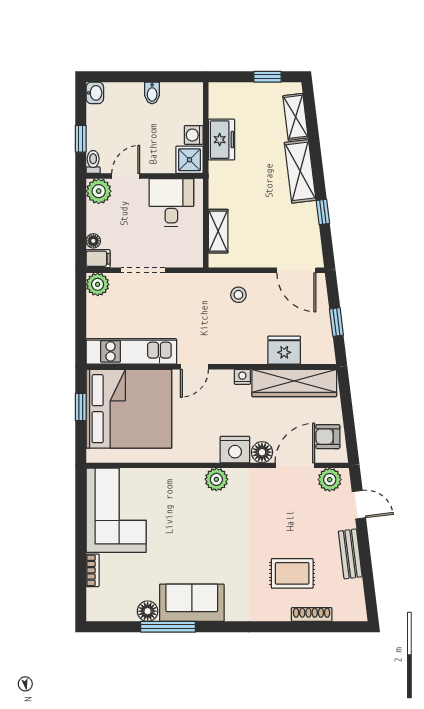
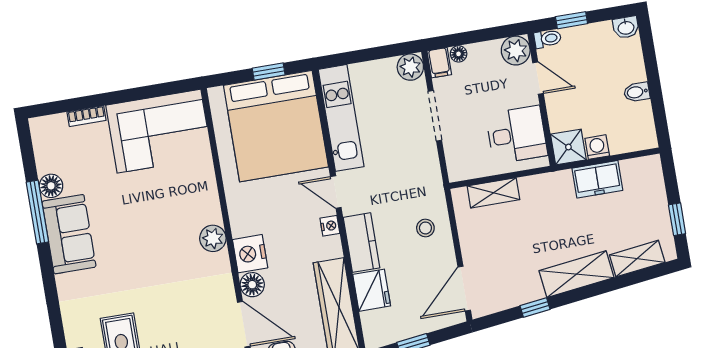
kitchen counter: (242, 352) -> (362, 243), added
nightstand: (242, 377) -> (330, 226), moved

